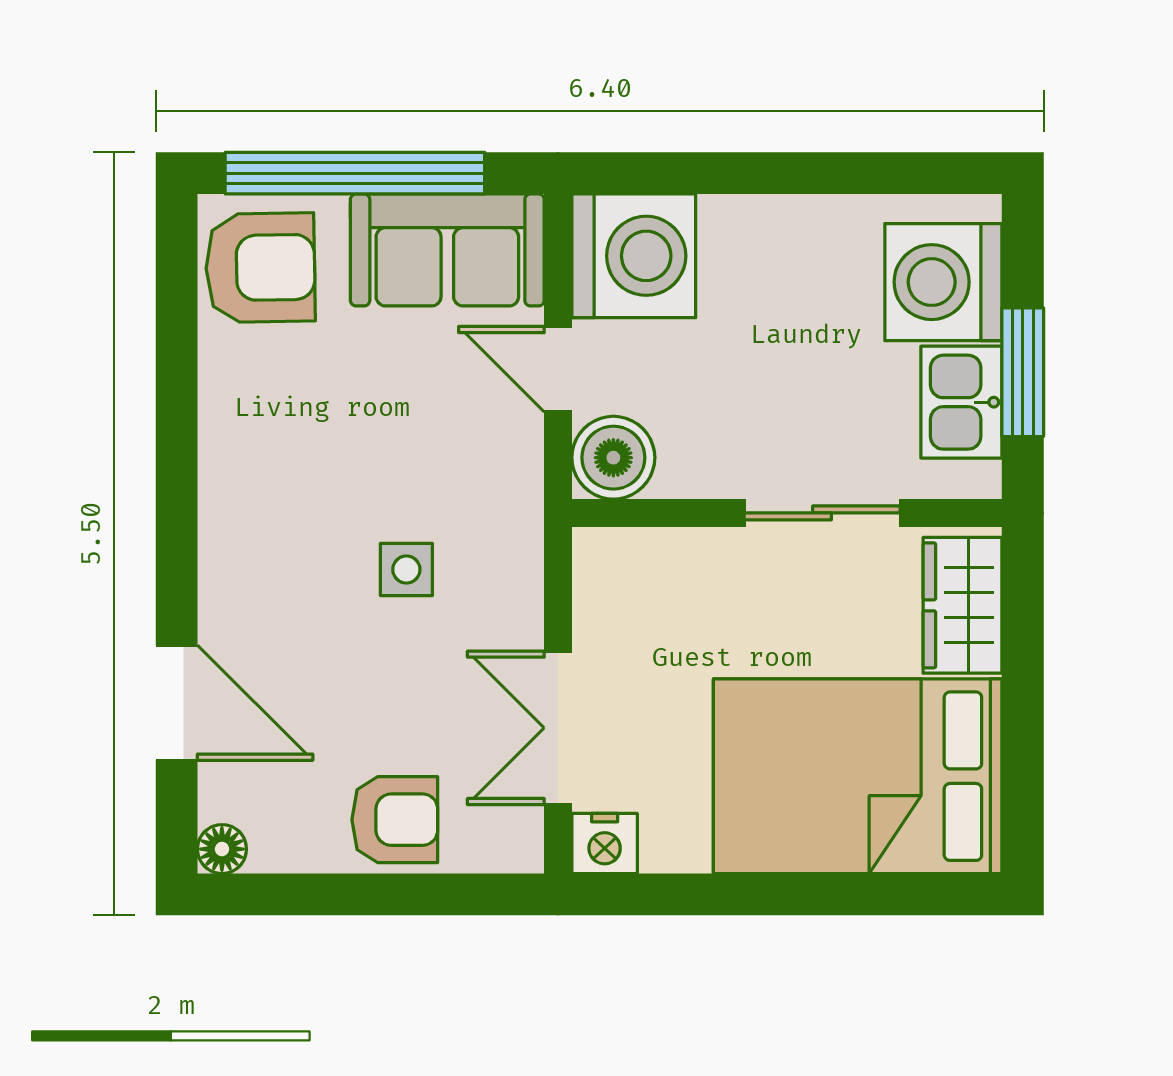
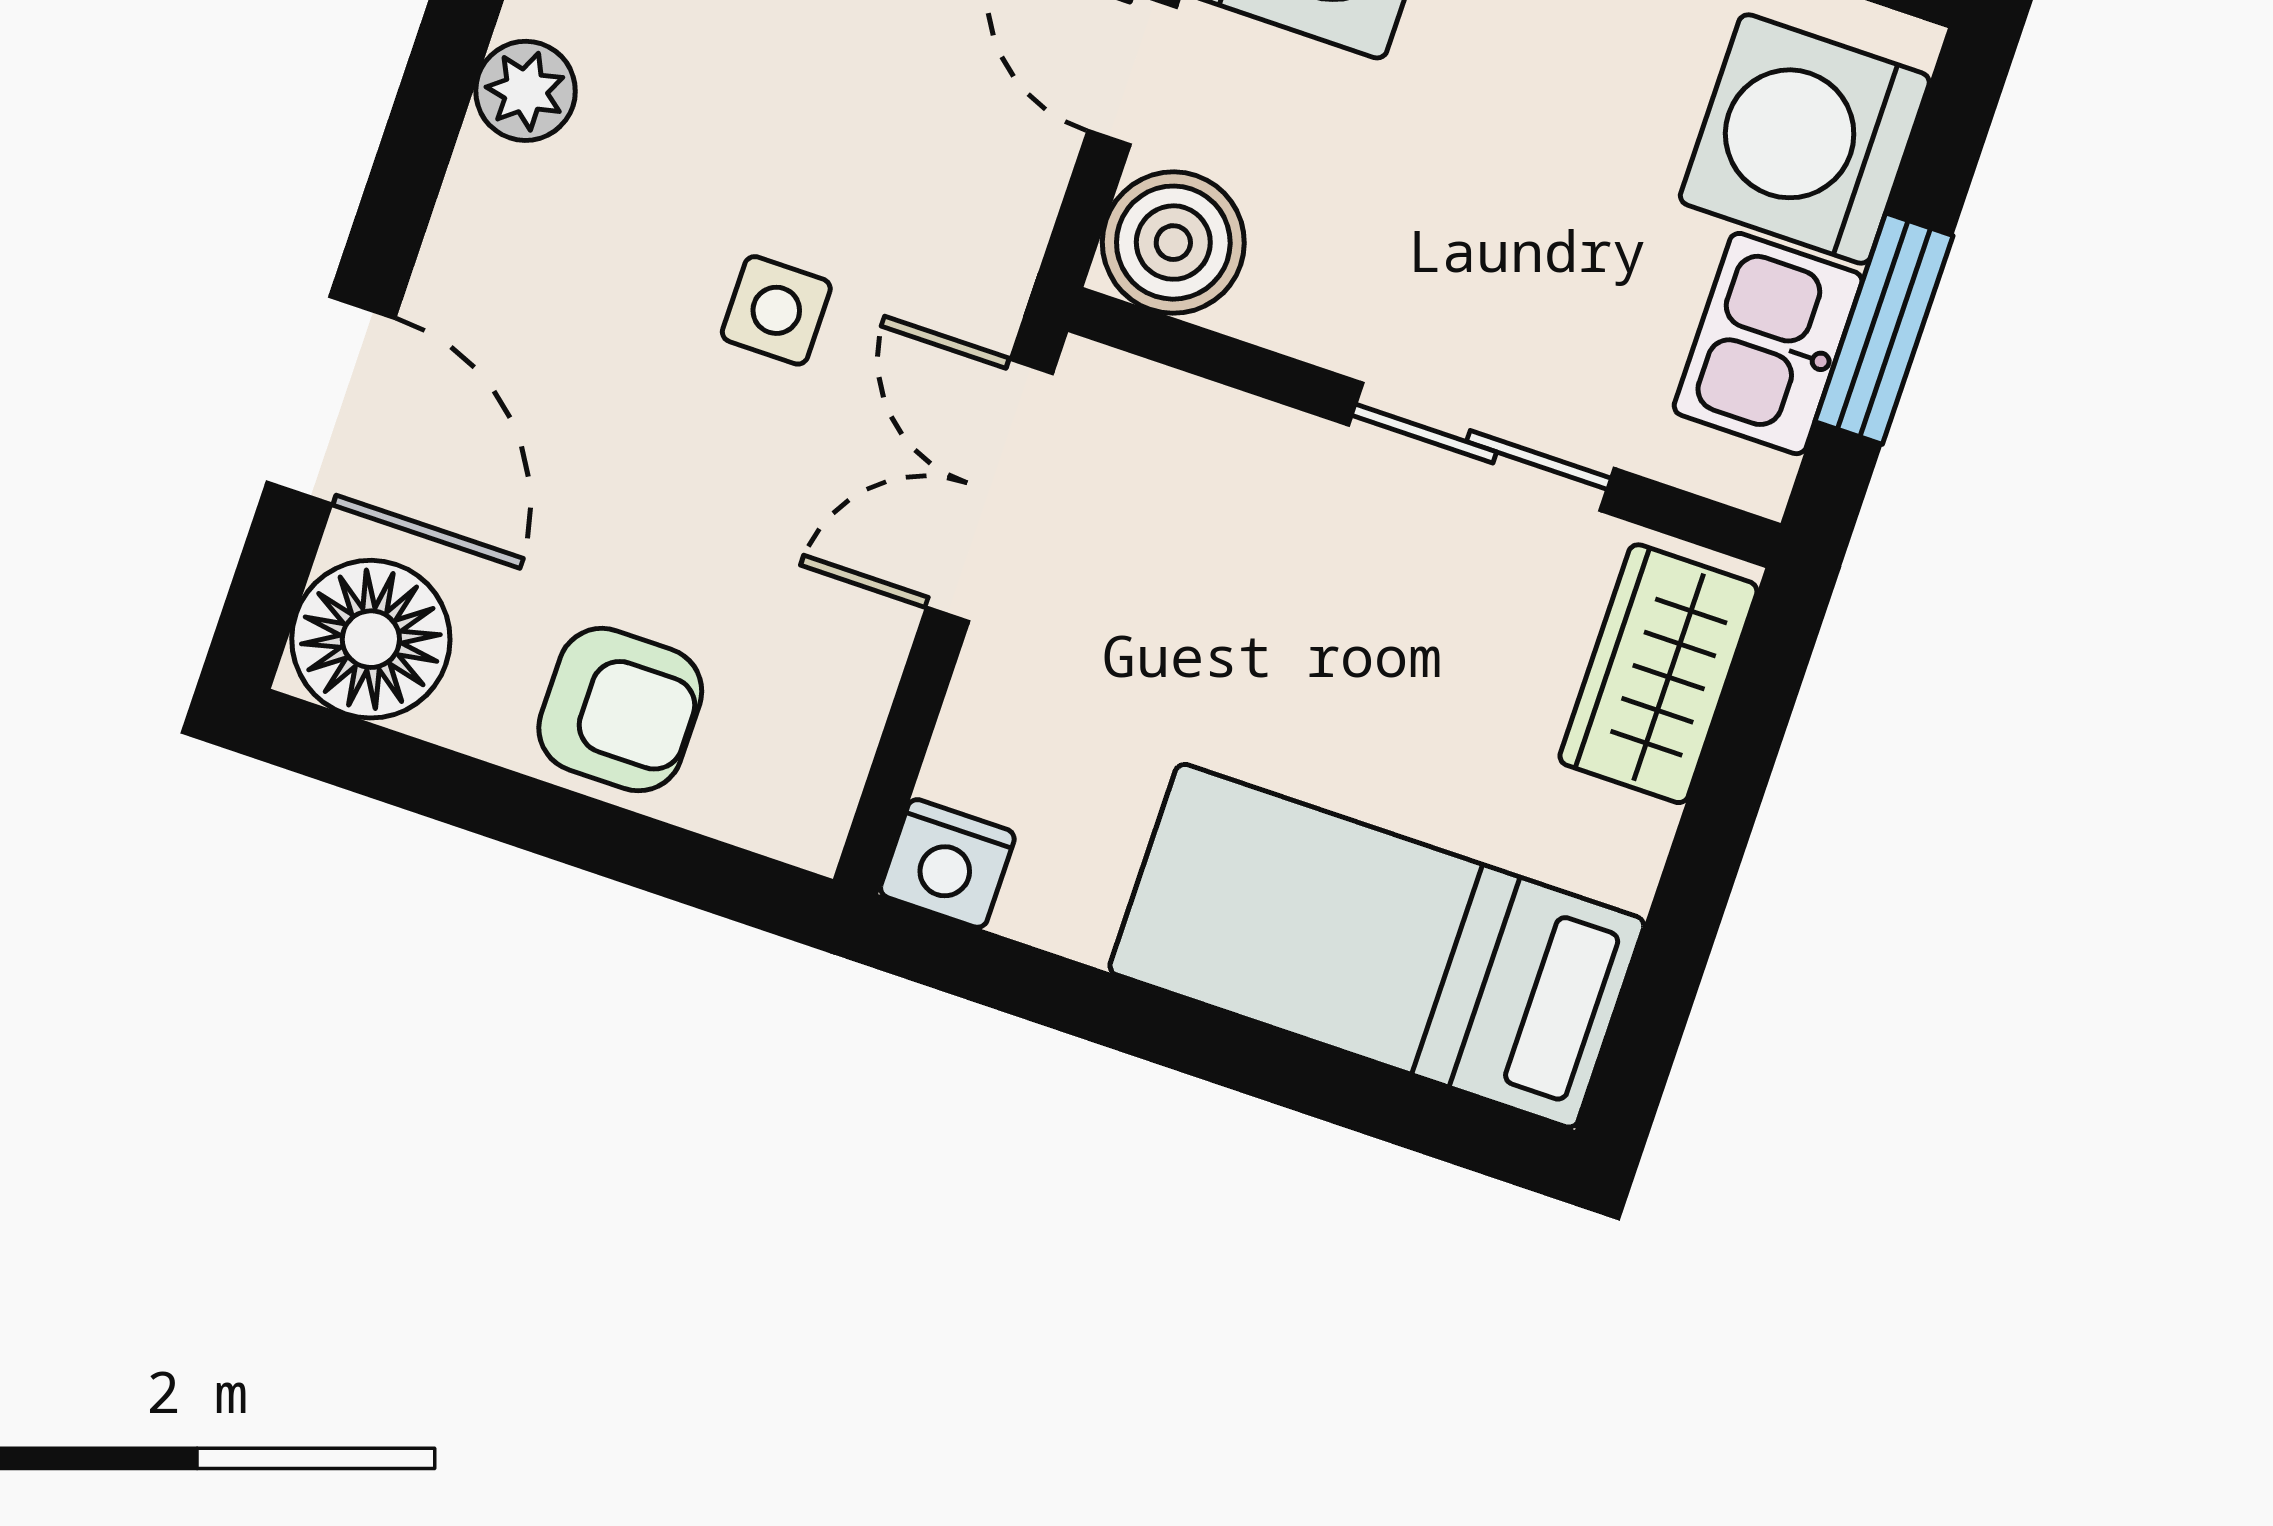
plant: (227, 495) -> (526, 91), added
double door: (558, 728) -> (990, 490), moved
bed: (858, 776) -> (1377, 946), width x0.67
floor lamp: (222, 849) -> (371, 639), width x1.89, depth x1.89

